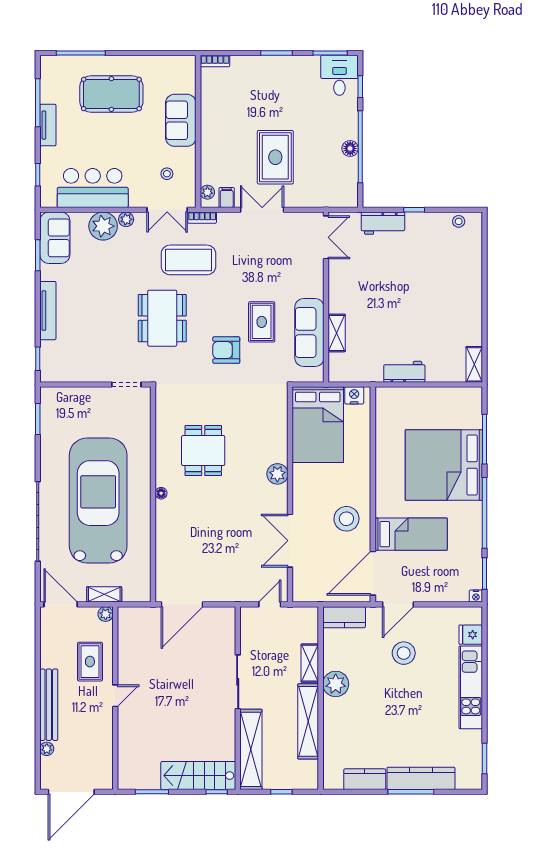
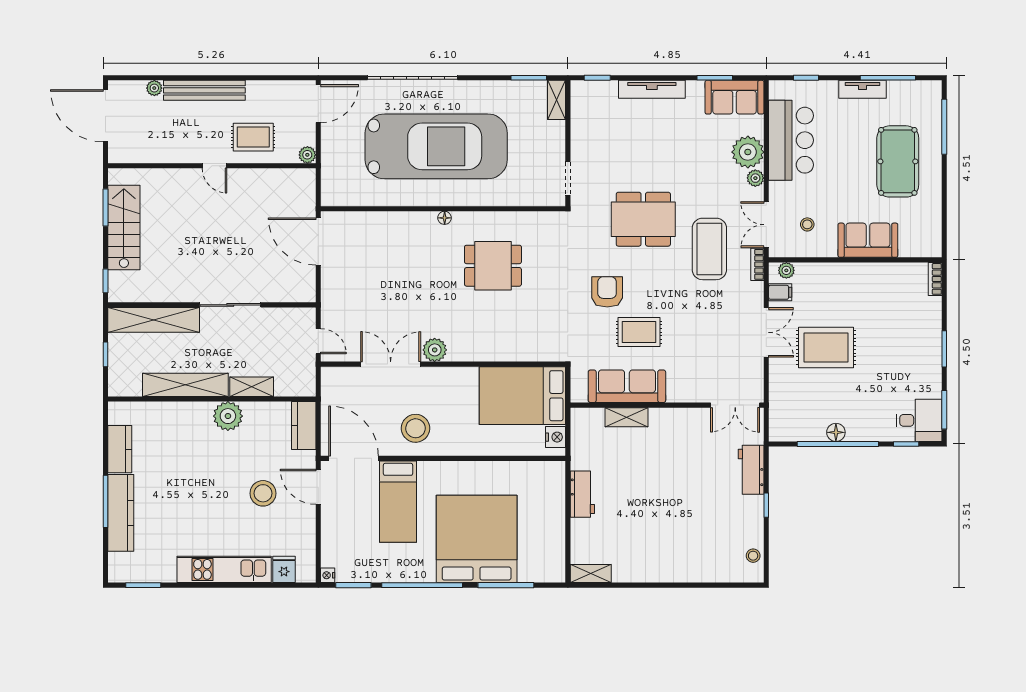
plant: (277, 474) -> (435, 350), moved
shelving: (104, 594) -> (557, 100), moved
stairs: (198, 776) -> (124, 227), moved

